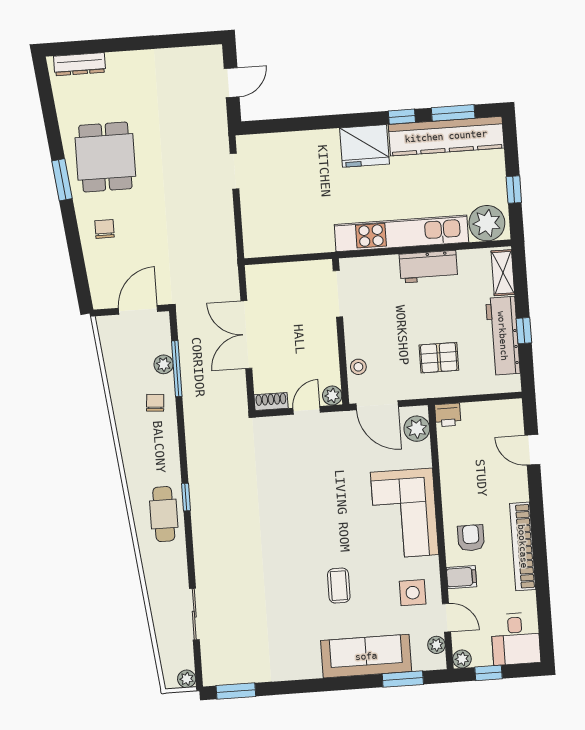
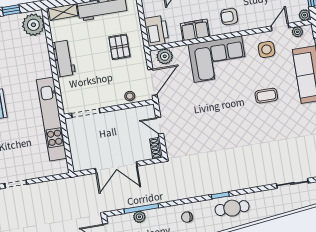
kitchen unit: (401, 233) -> (52, 119), moved
plant: (332, 396) -> (149, 111), removed
chair: (155, 403) -> (187, 217), moved
printer: (448, 415) -> (157, 31), width x1.87, depth x1.48
filing cabinet: (461, 577) -> (195, 30), moved, width x2.00

